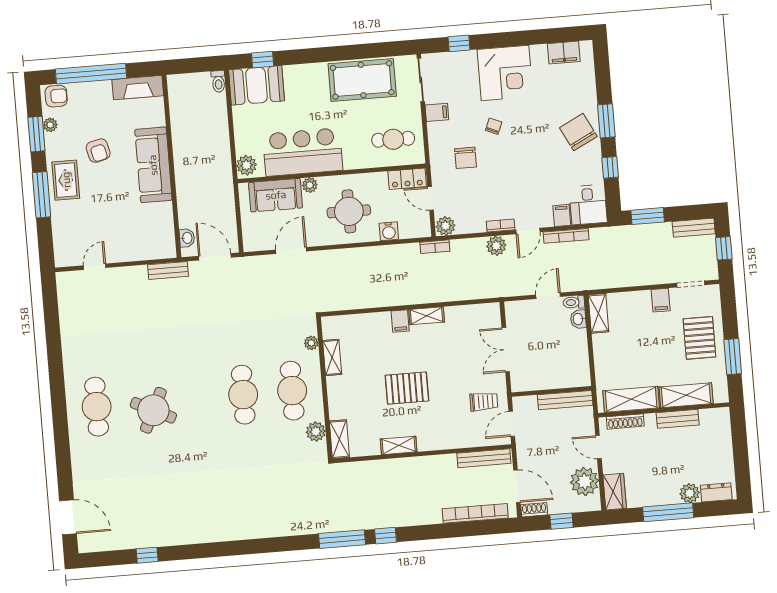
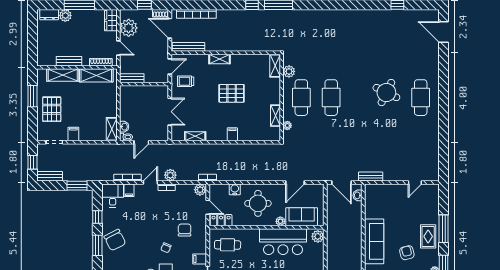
shelving: (427, 316) -> (195, 136), moved
bench: (565, 400) -> (132, 78), width x0.73
shelving: (399, 445) -> (220, 59), moved

